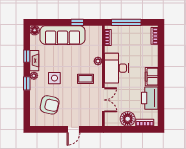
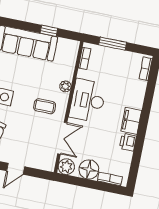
window: (126, 22) -> (113, 44), width x0.69
printer: (150, 98) -> (128, 142), width x0.53, depth x0.68
plant: (111, 120) -> (66, 167), added

